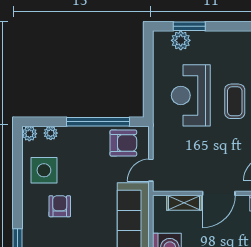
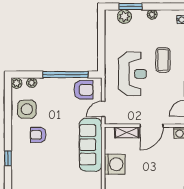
plant: (220, 38) -> (152, 14), added
reception desk: (191, 95) -> (132, 74), moved, turned 180
armchair: (60, 206) -> (38, 135), turned -90

